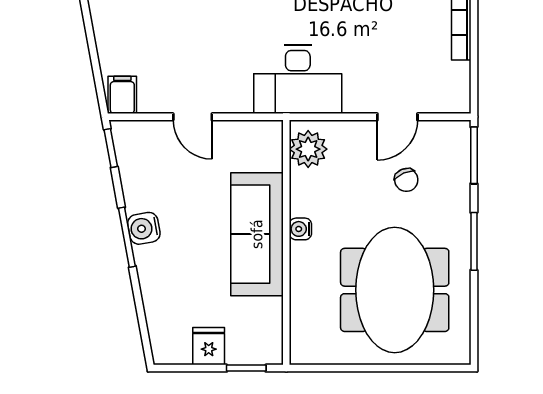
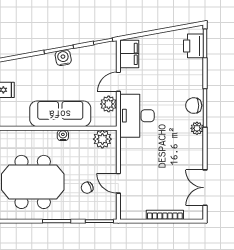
desk: (298, 79) -> (137, 116), moved
filing cabinet: (122, 95) -> (129, 54), width x2.00
plant: (237, 137) -> (109, 104), added

